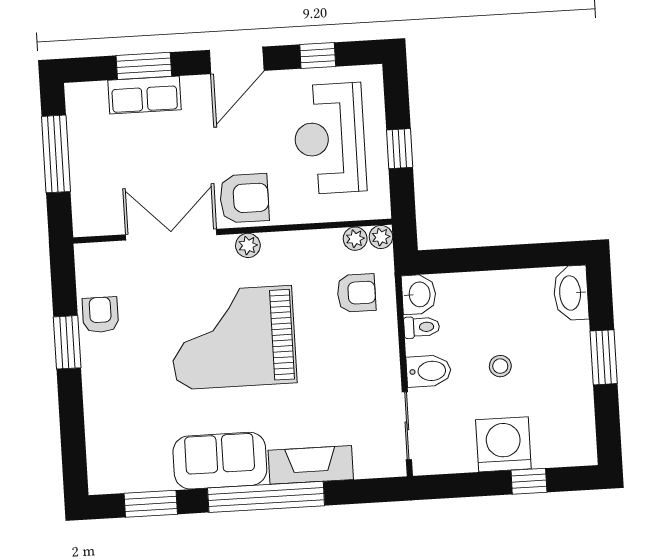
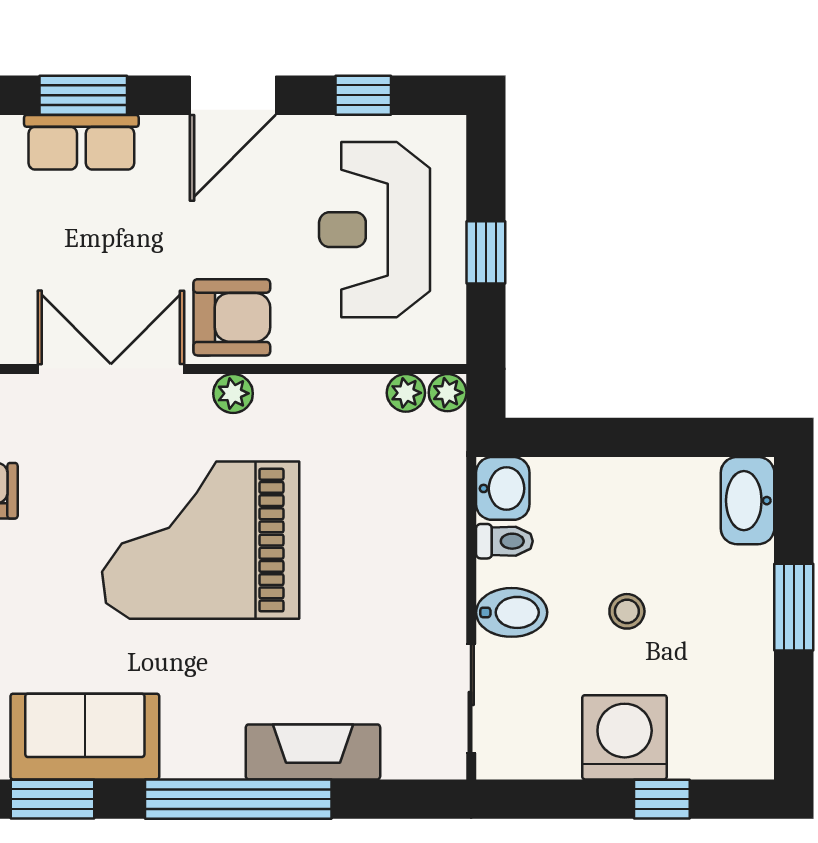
armchair: (356, 293) -> (403, 480), removed
sofa: (220, 461) -> (85, 737), moved

